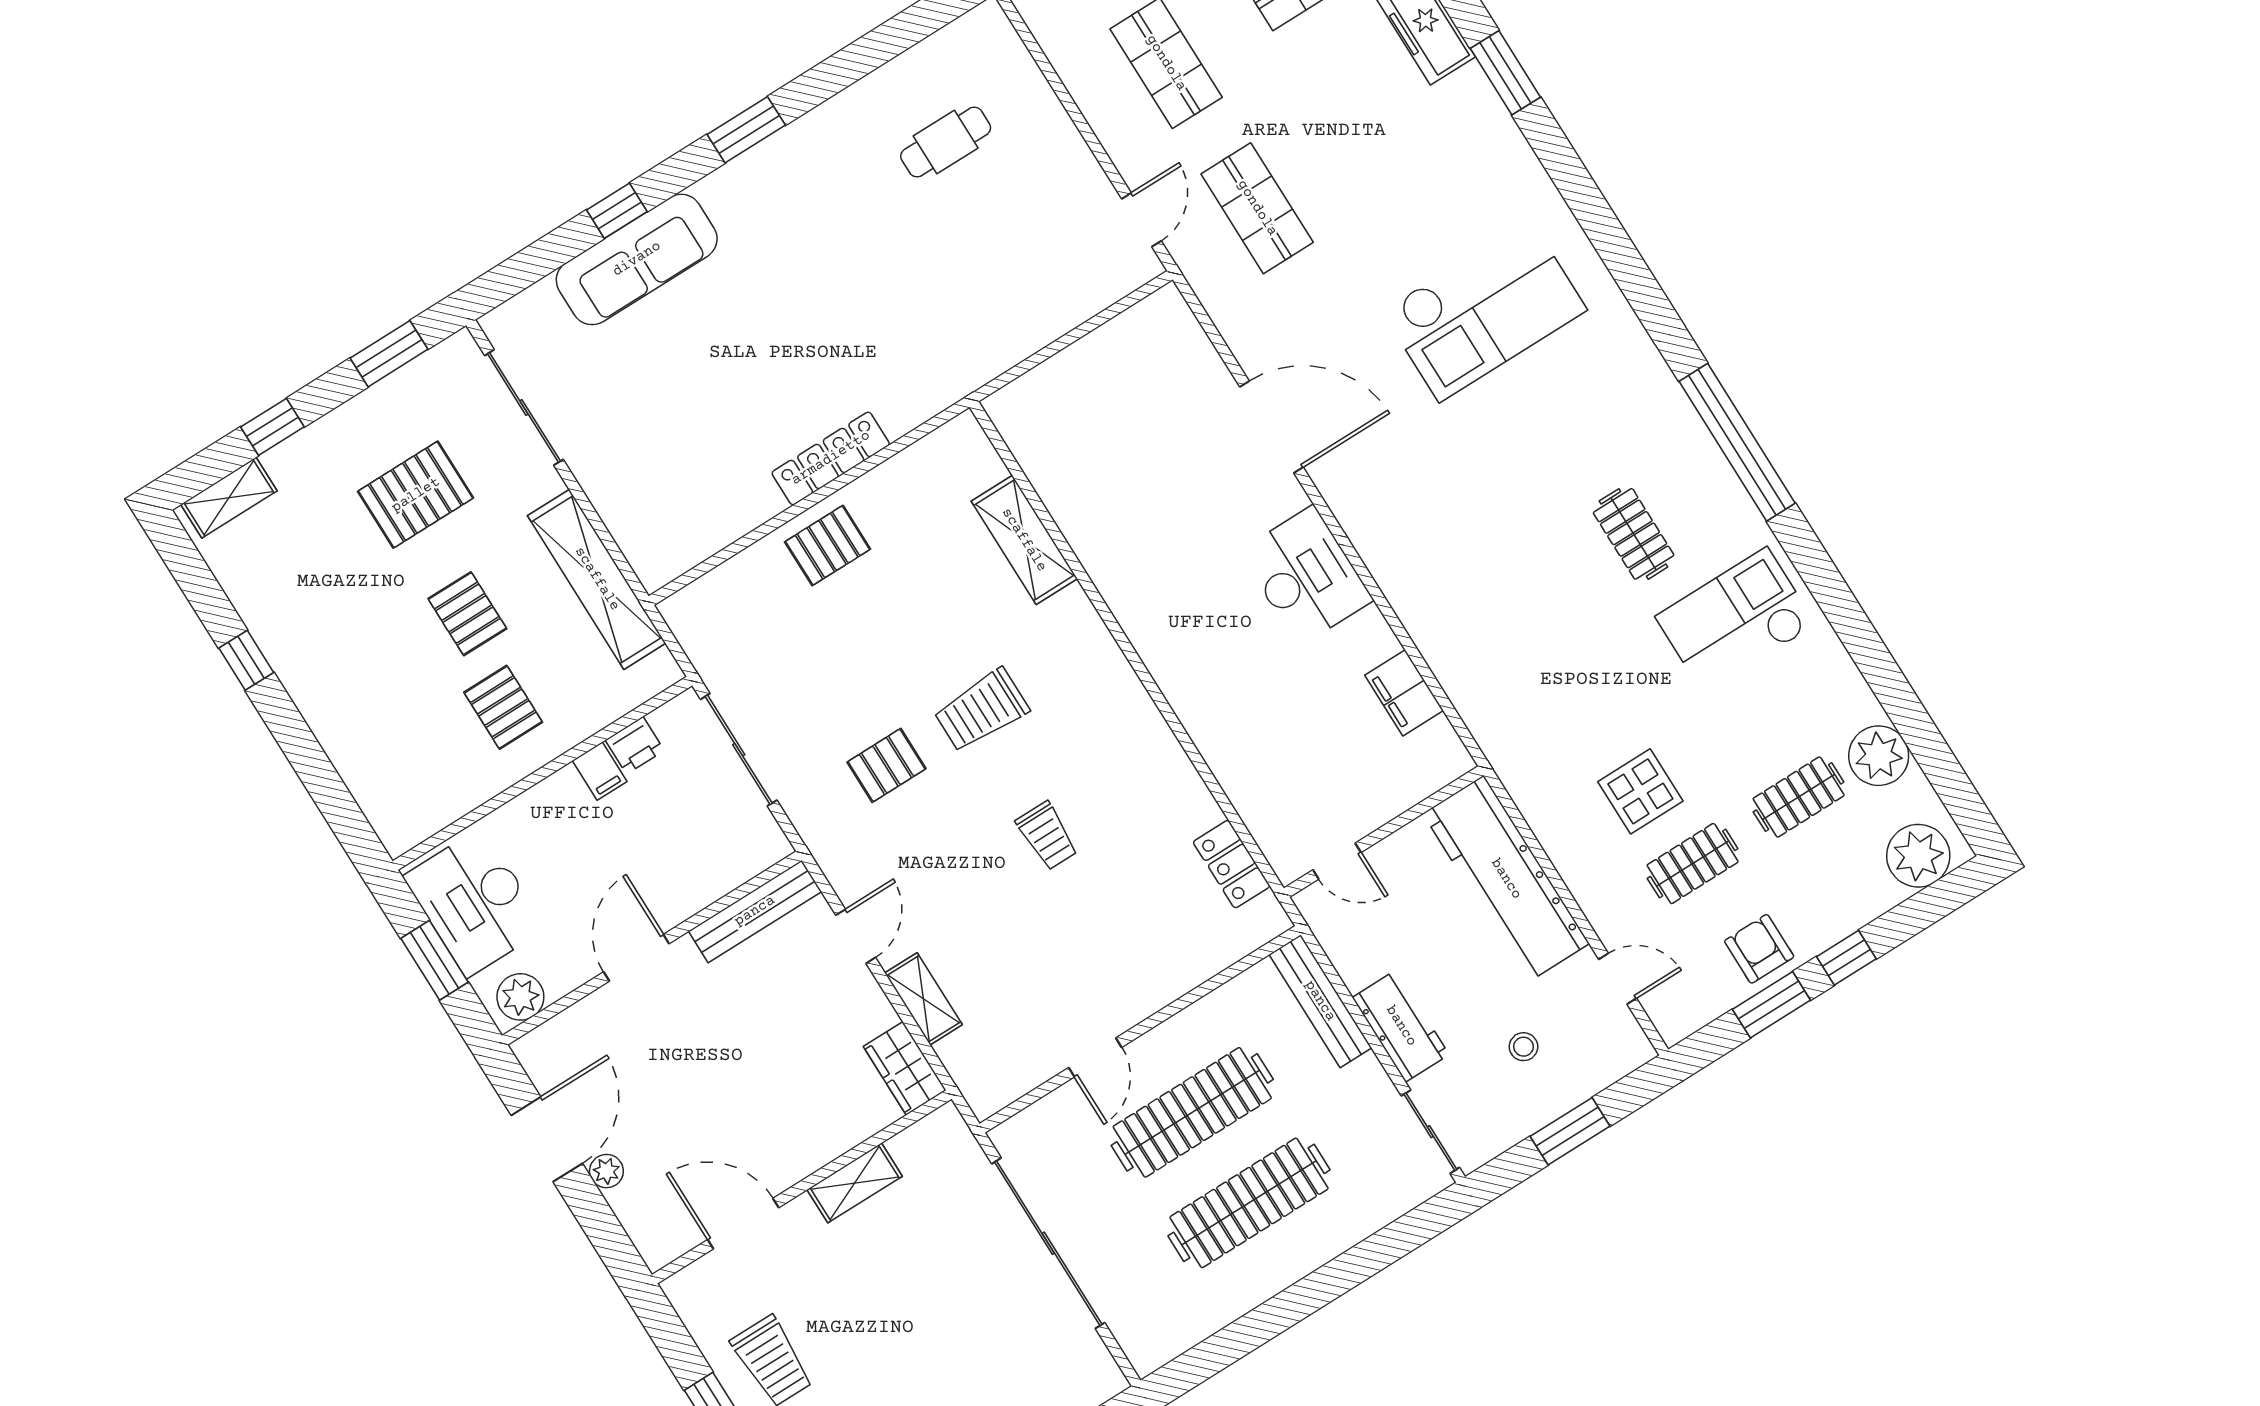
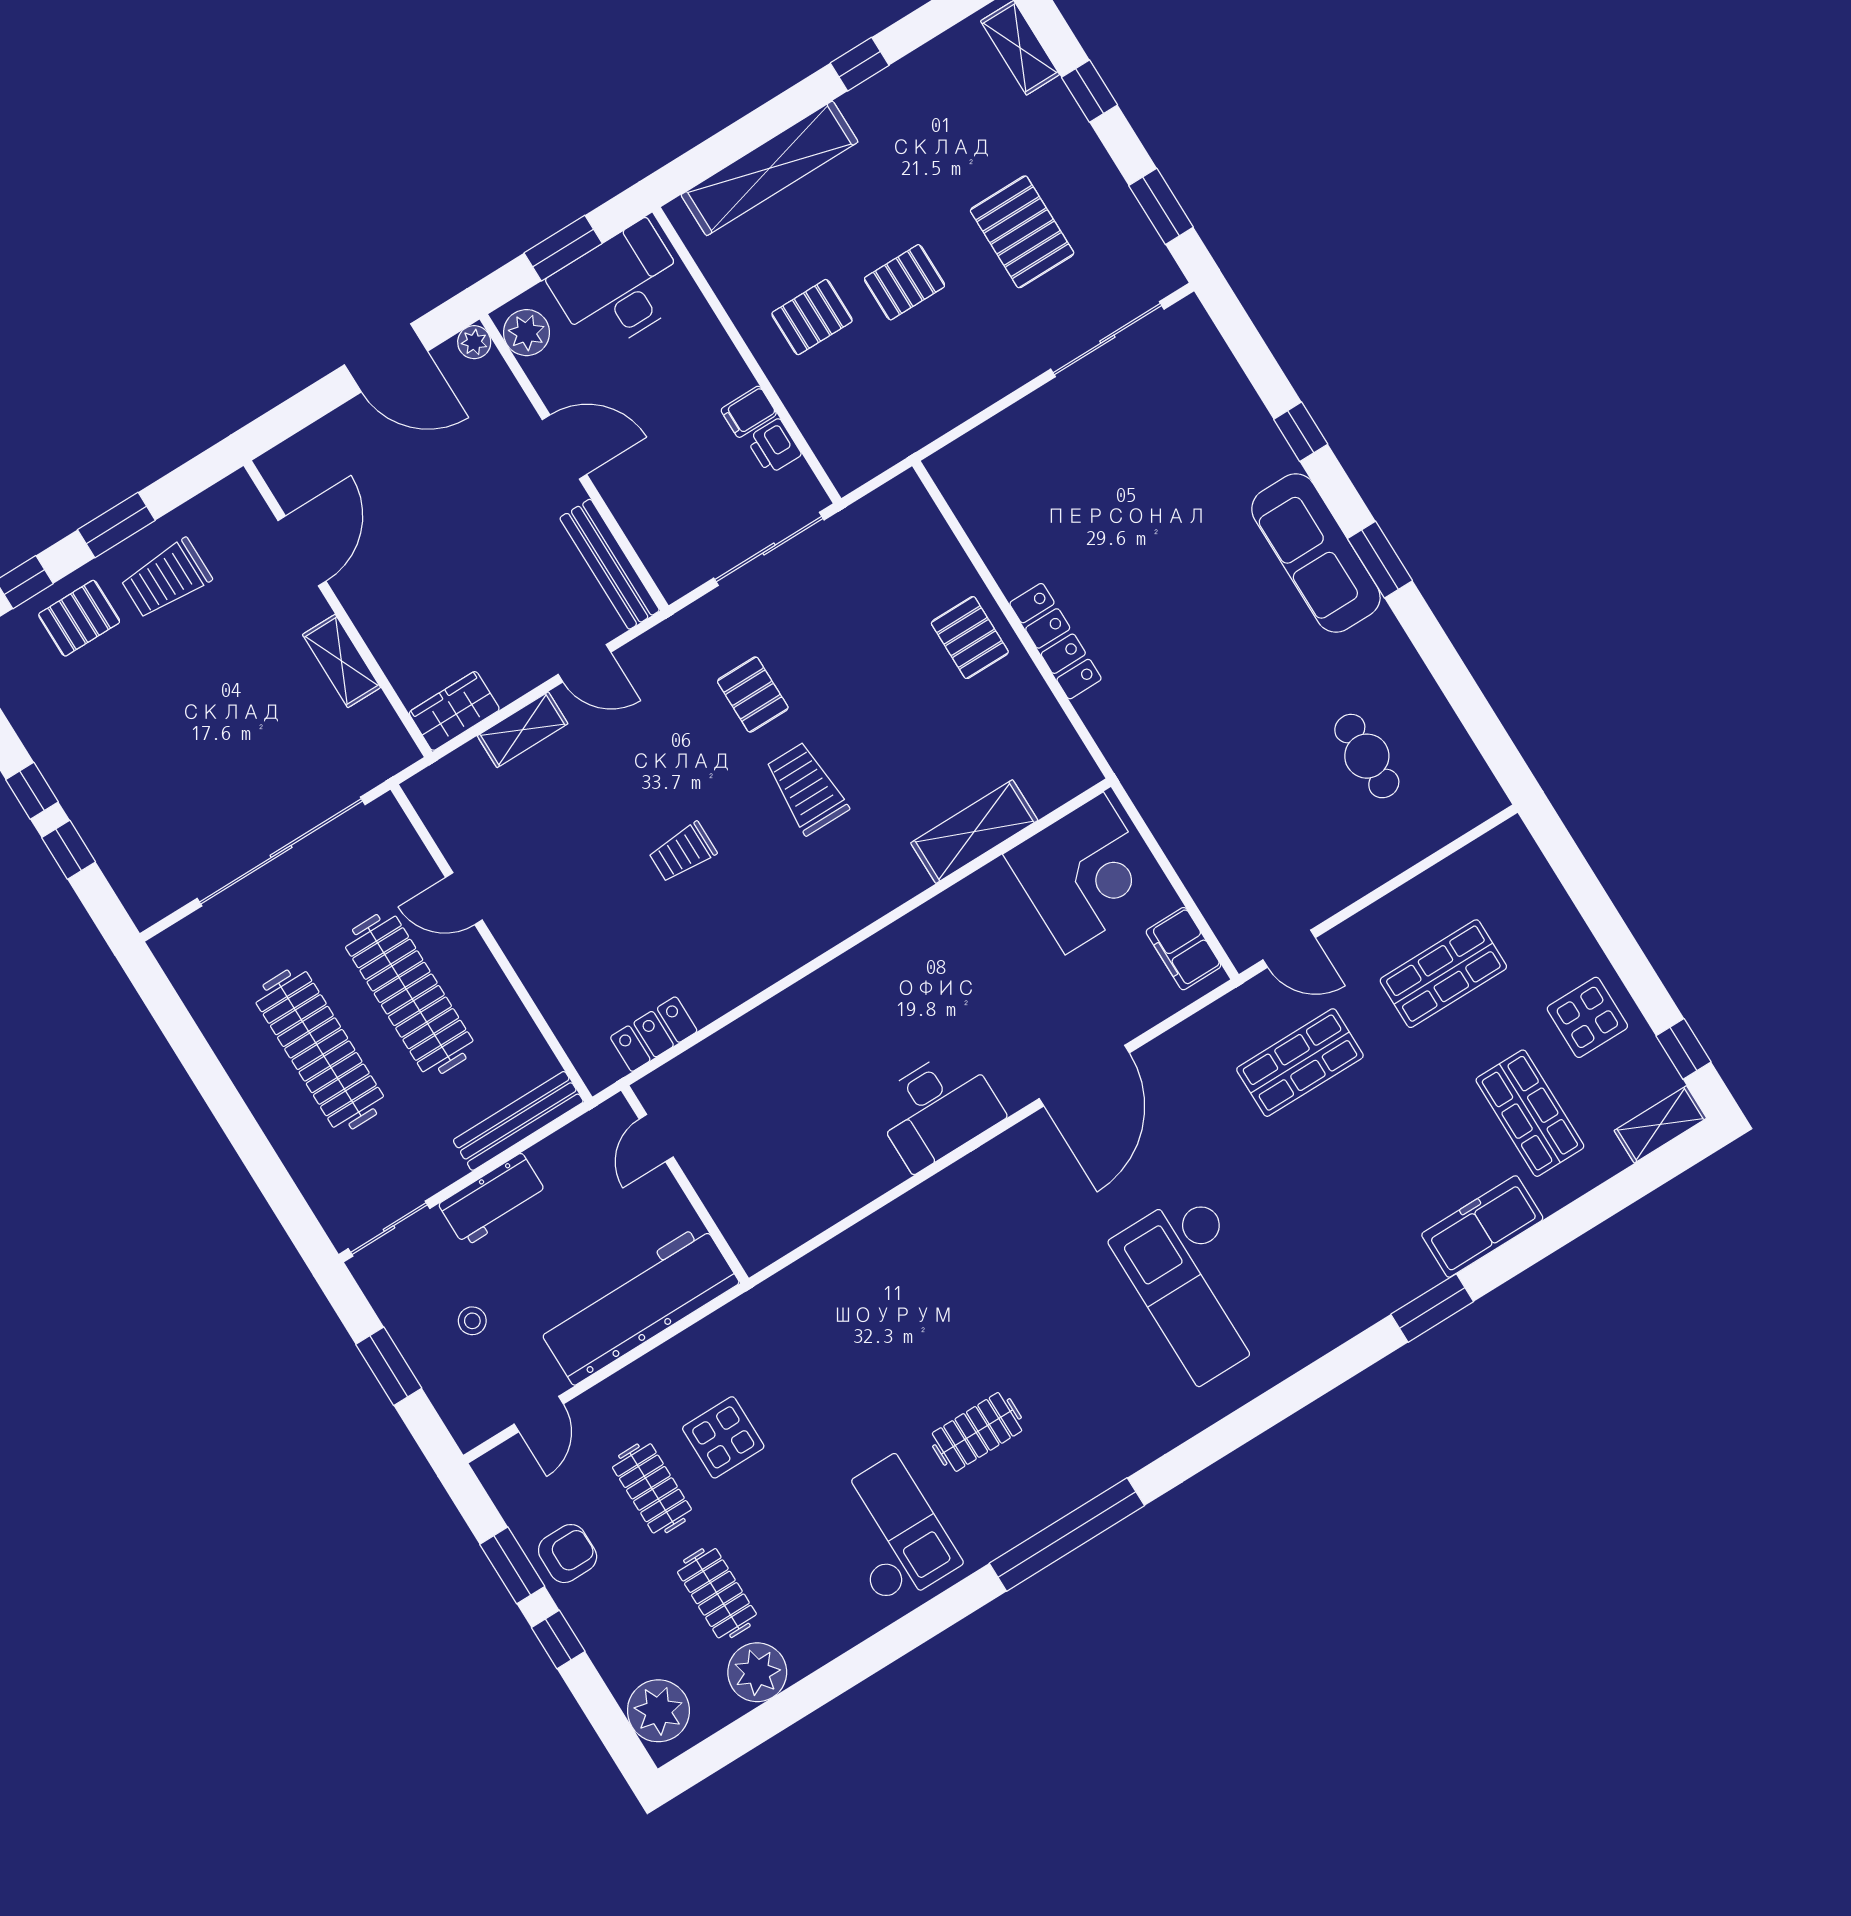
sofa: (637, 259) -> (1316, 553), moved
corner desk: (1066, 428) -> (1084, 873), added
shelving: (597, 579) -> (770, 168), moved
filing cabinet: (1404, 693) -> (1183, 949), moved, turned -90
plant: (606, 1171) -> (474, 342), moved

